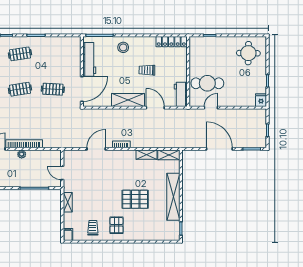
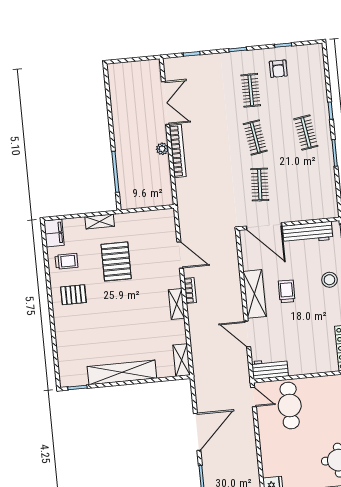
trolley: (147, 70) -> (287, 291), moved
door: (155, 108) -> (247, 334), swing flipped
door: (211, 108) -> (254, 397), moved
shelving: (147, 155) -> (177, 304), moved
door: (62, 173) -> (141, 210), removed
pallet: (135, 199) -> (116, 261), moved
filing cabinet: (68, 234) -> (54, 233), width x2.00

